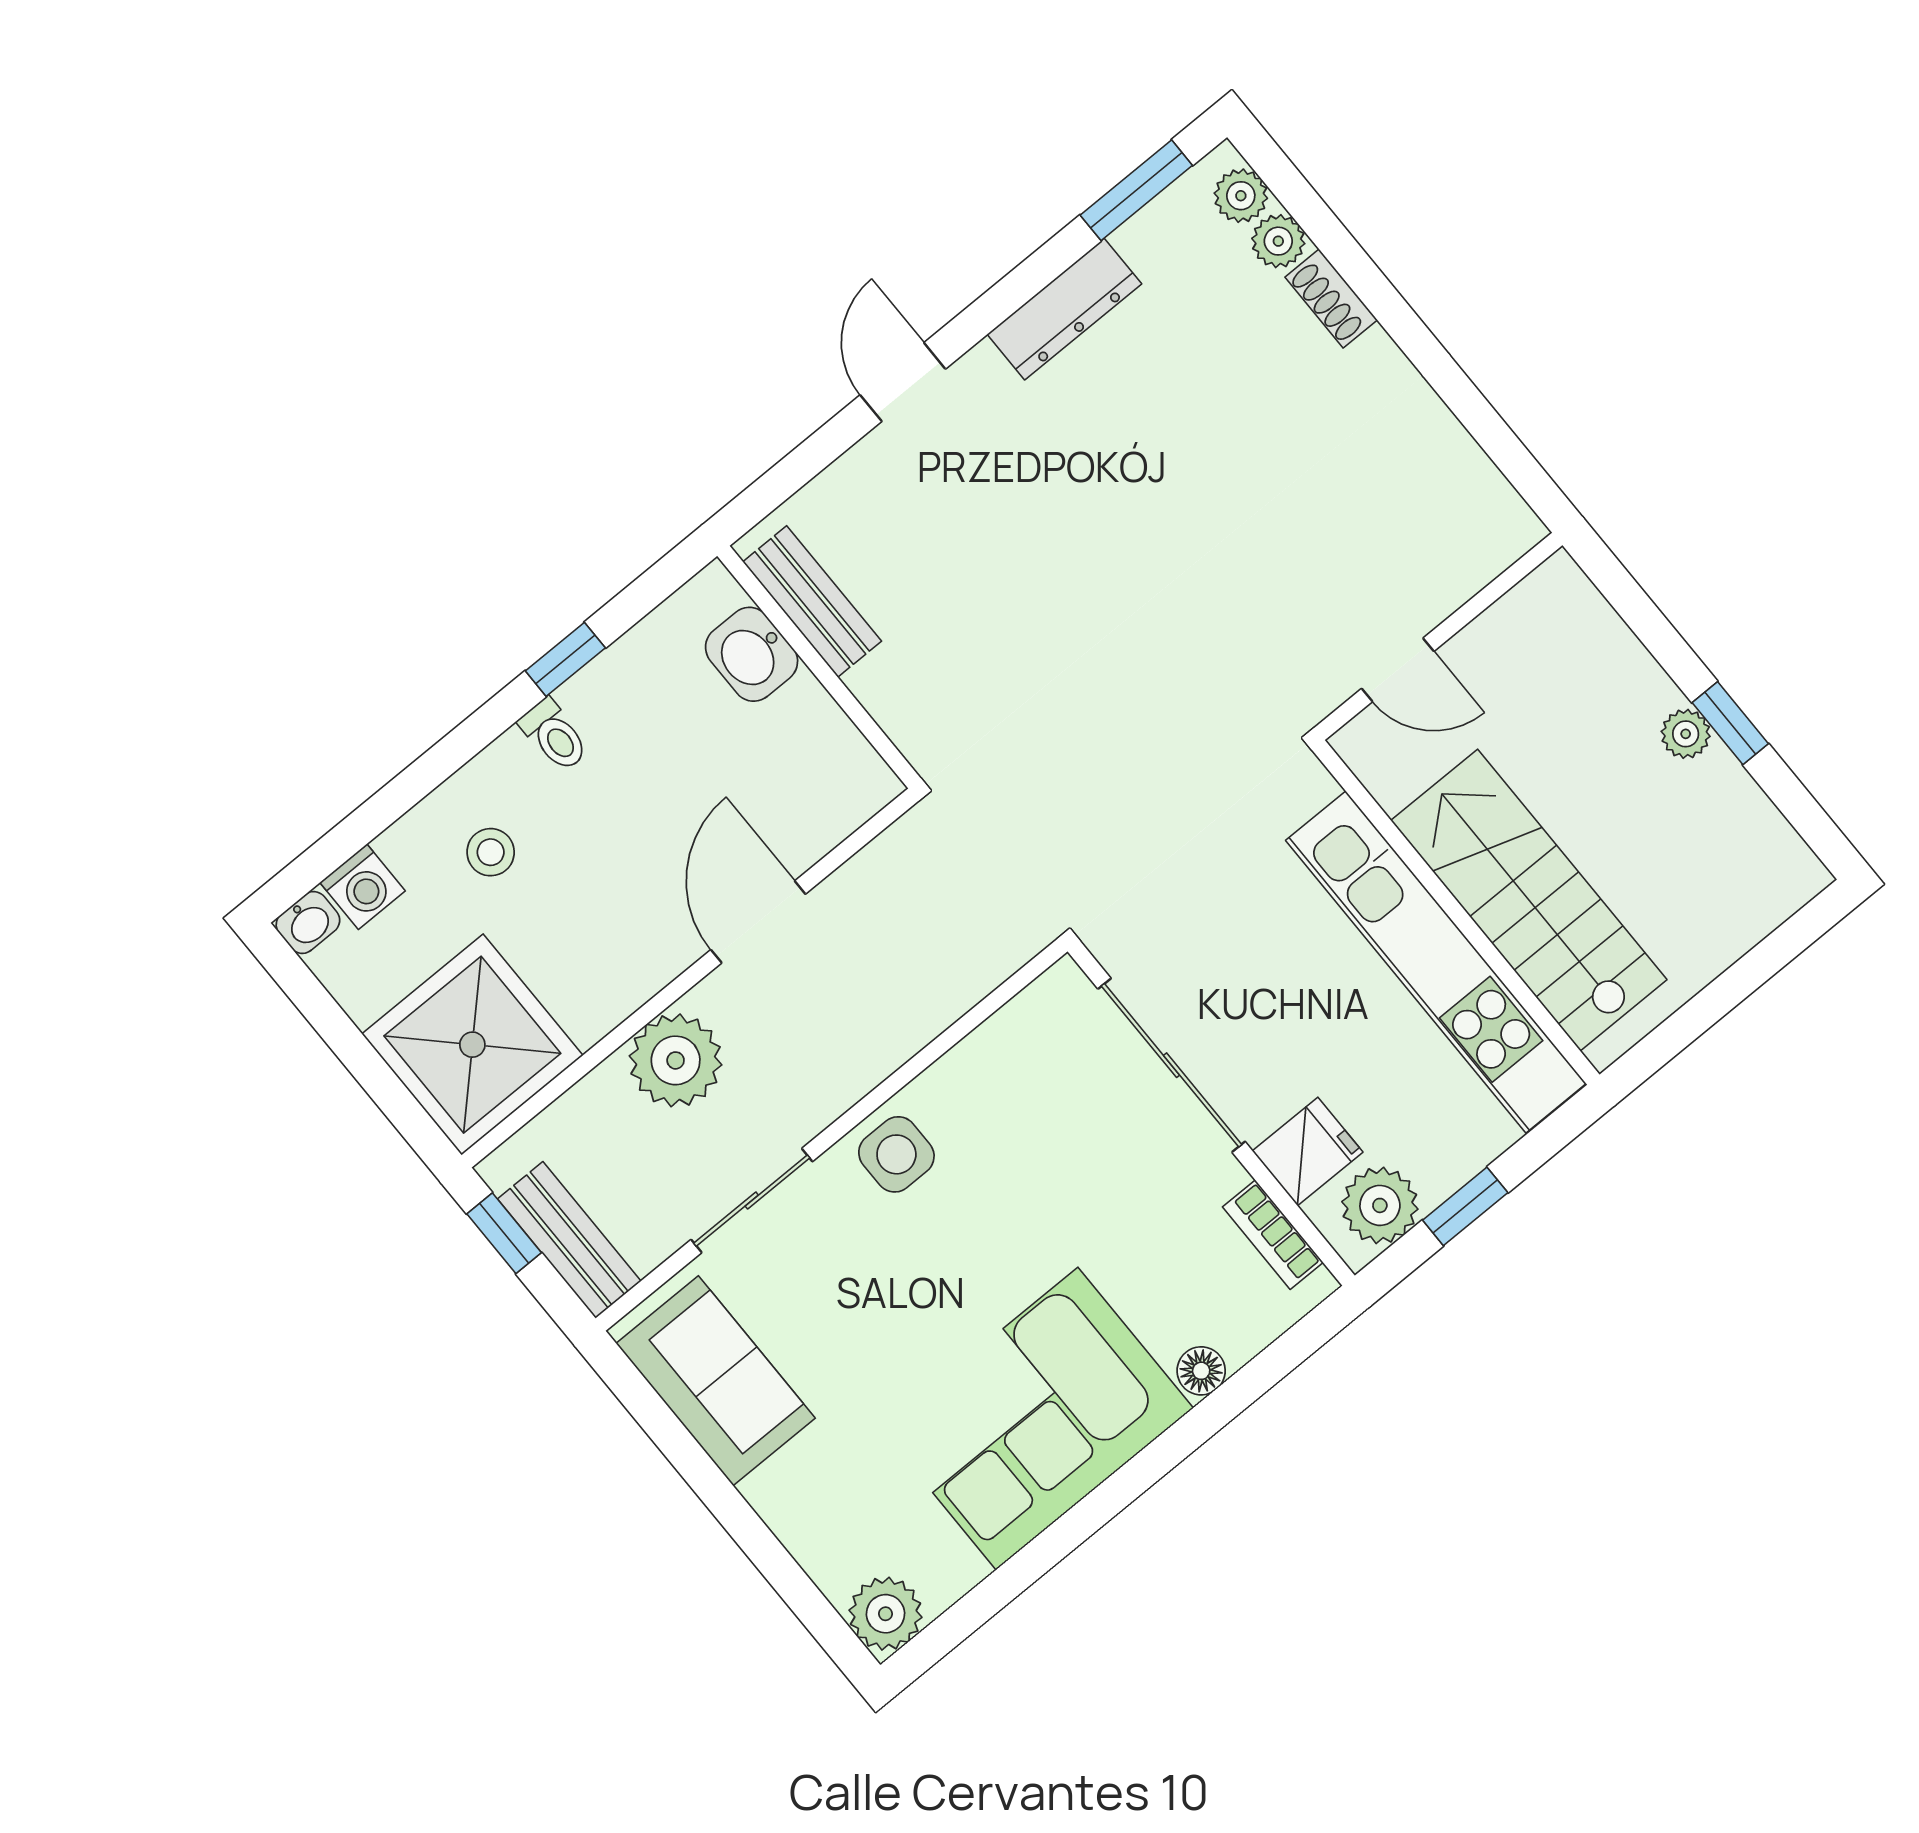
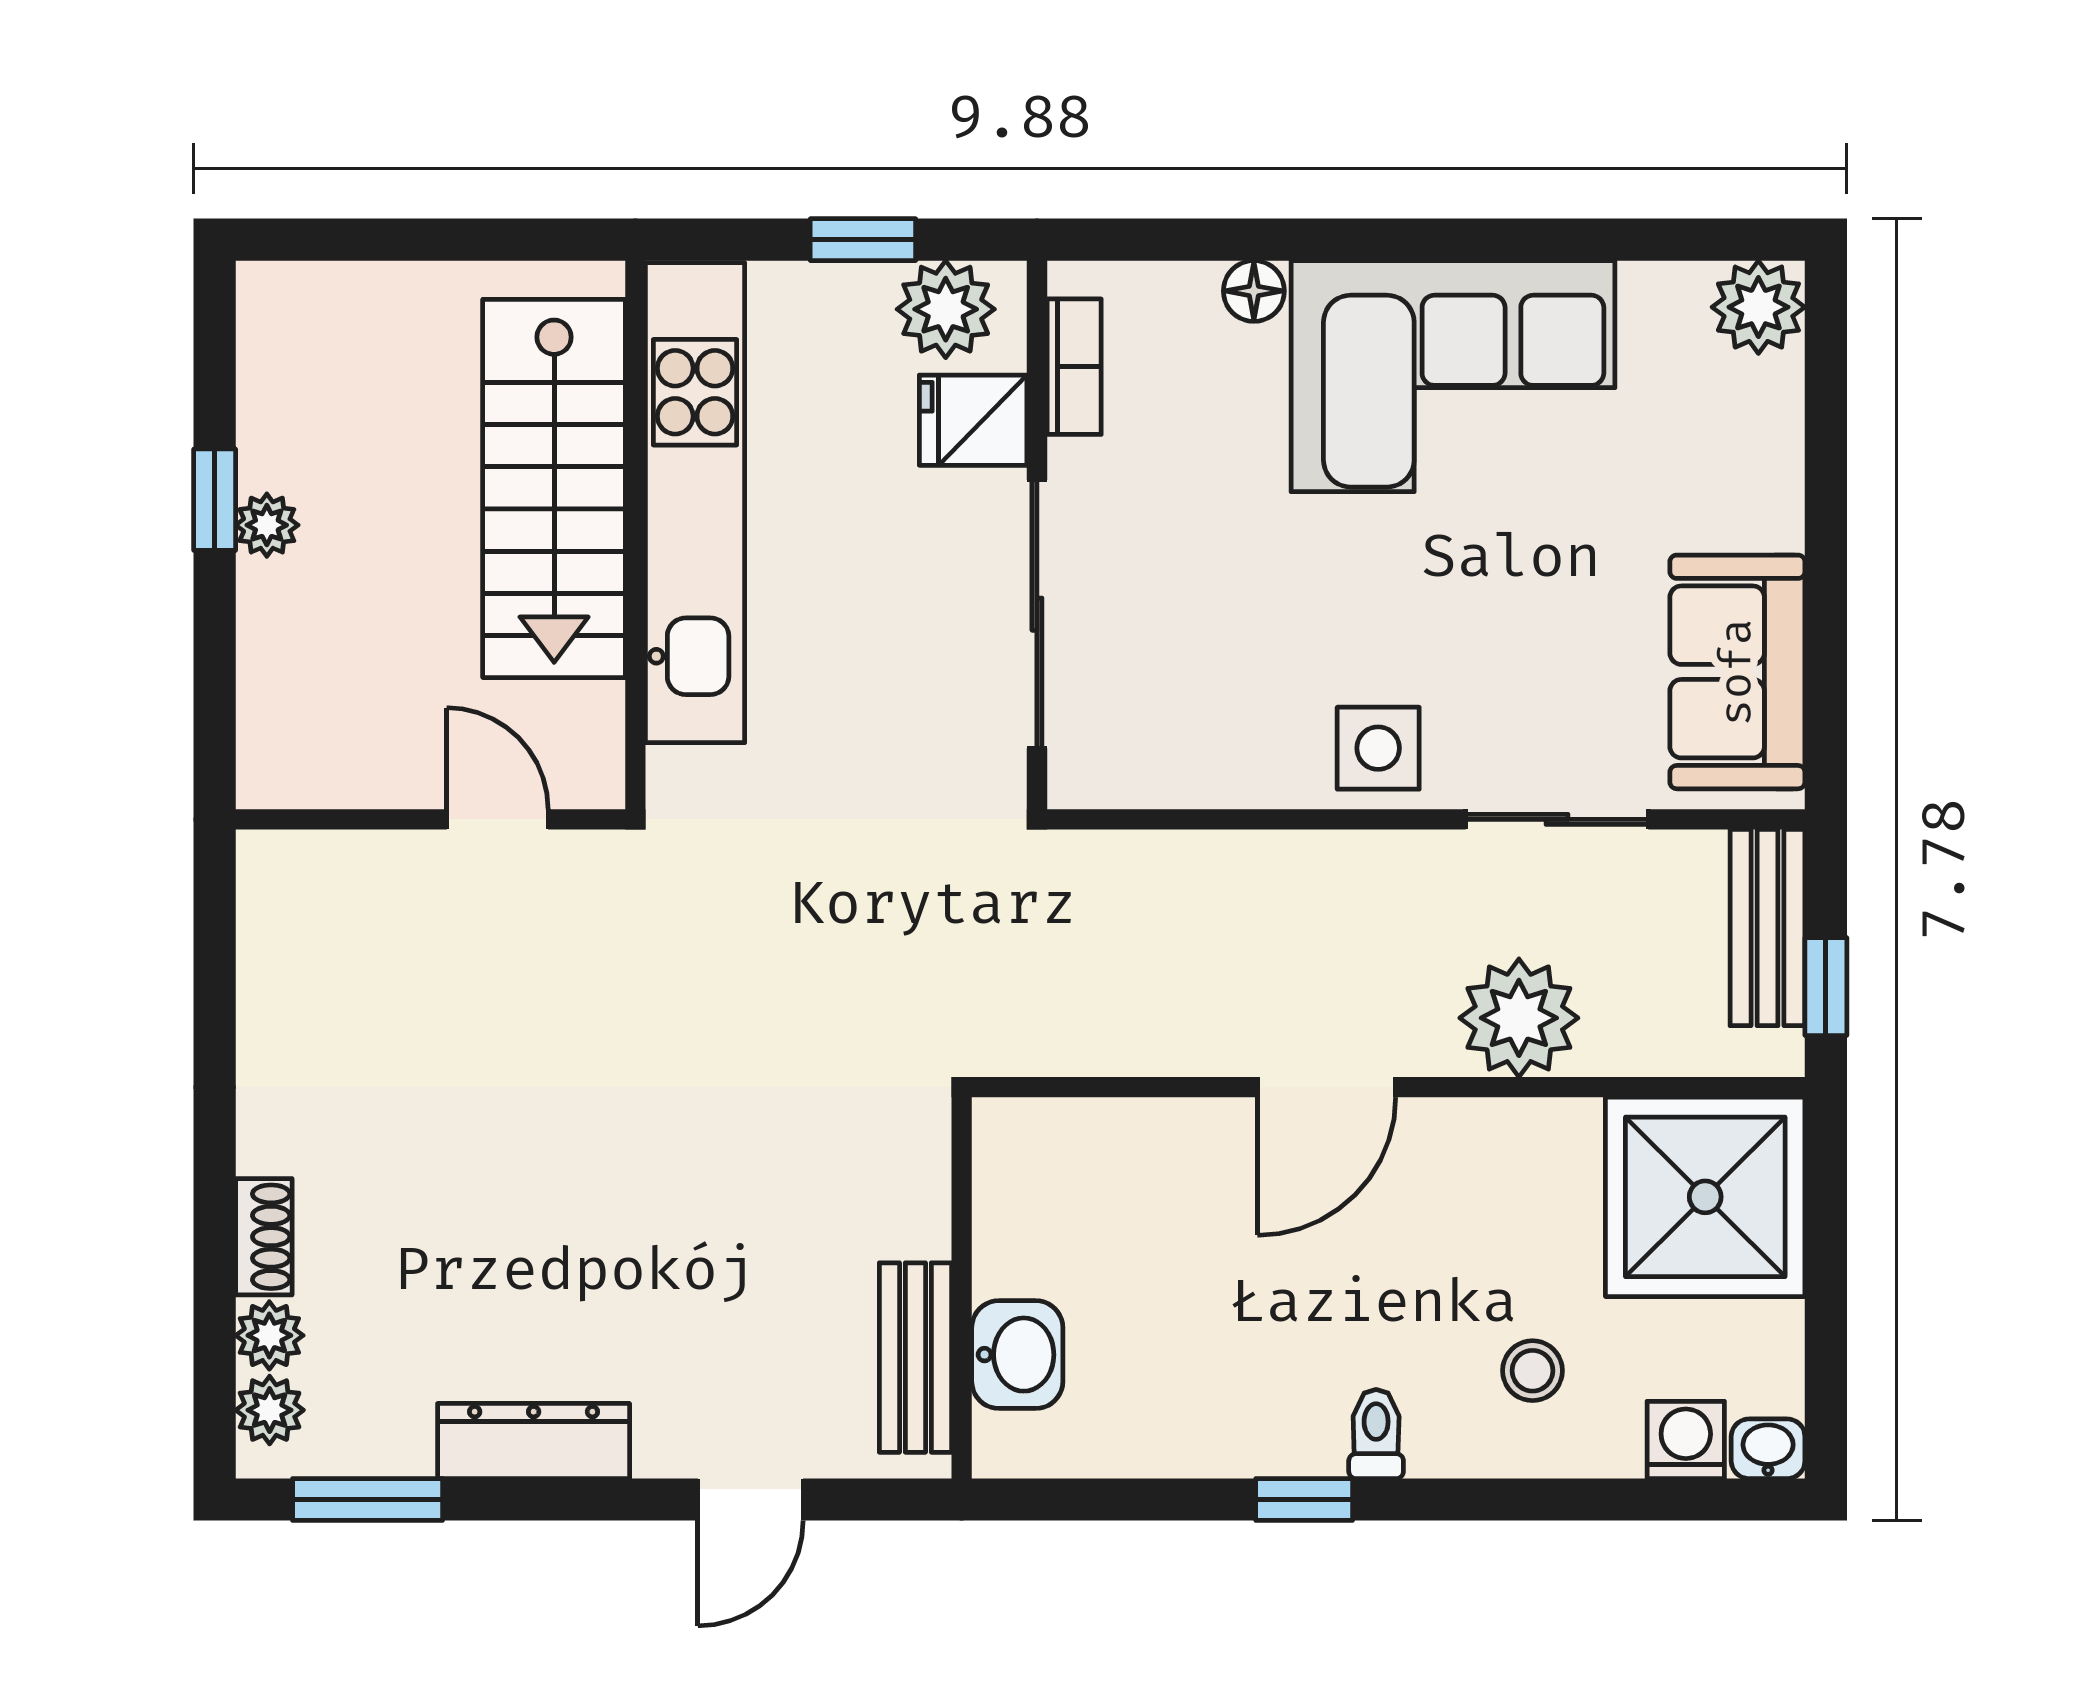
bench: (812, 601) -> (915, 1358), moved
washbasin: (752, 654) -> (1017, 1355), moved
wall: (819, 667) -> (962, 1288), moved

